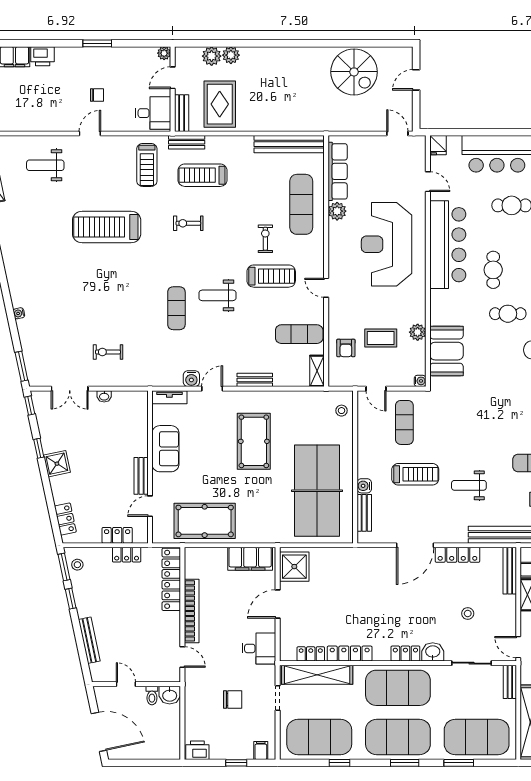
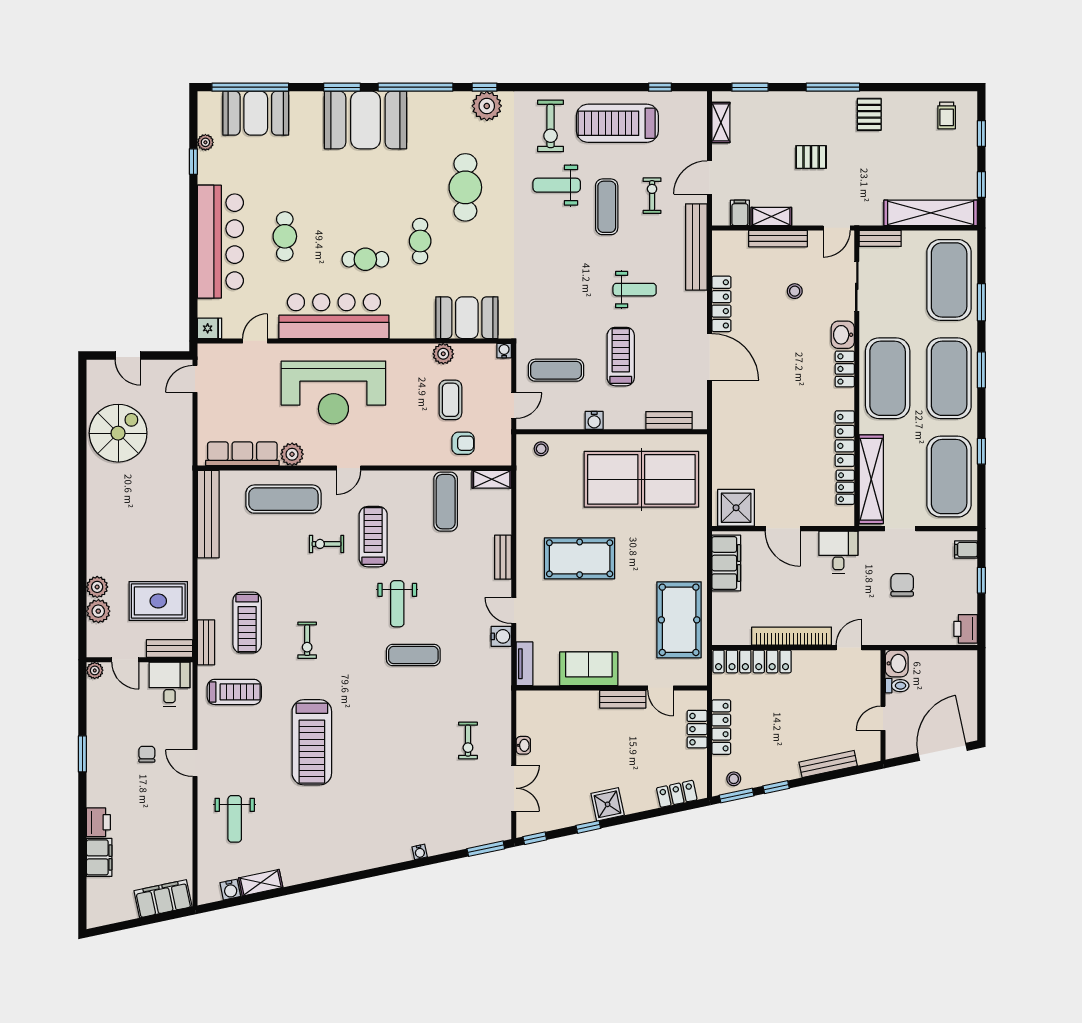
door: (326, 288) -> (349, 468), moved
weight bench: (469, 485) -> (635, 290), turned -90
water cooler: (364, 486) -> (594, 420), moved
locker: (127, 555) -> (721, 727), width x1.53
bench: (510, 571) -> (778, 239), moved

